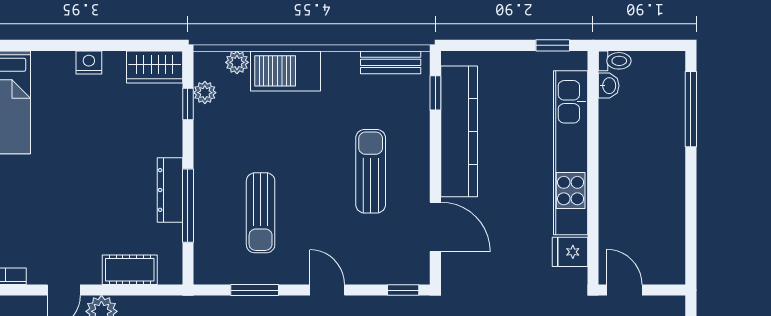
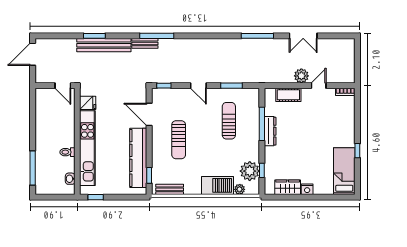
toilet: (615, 61) -> (67, 152), moved
wardrobe: (155, 67) -> (288, 187), moved
plant: (205, 93) -> (250, 171), width x1.88, depth x1.88

